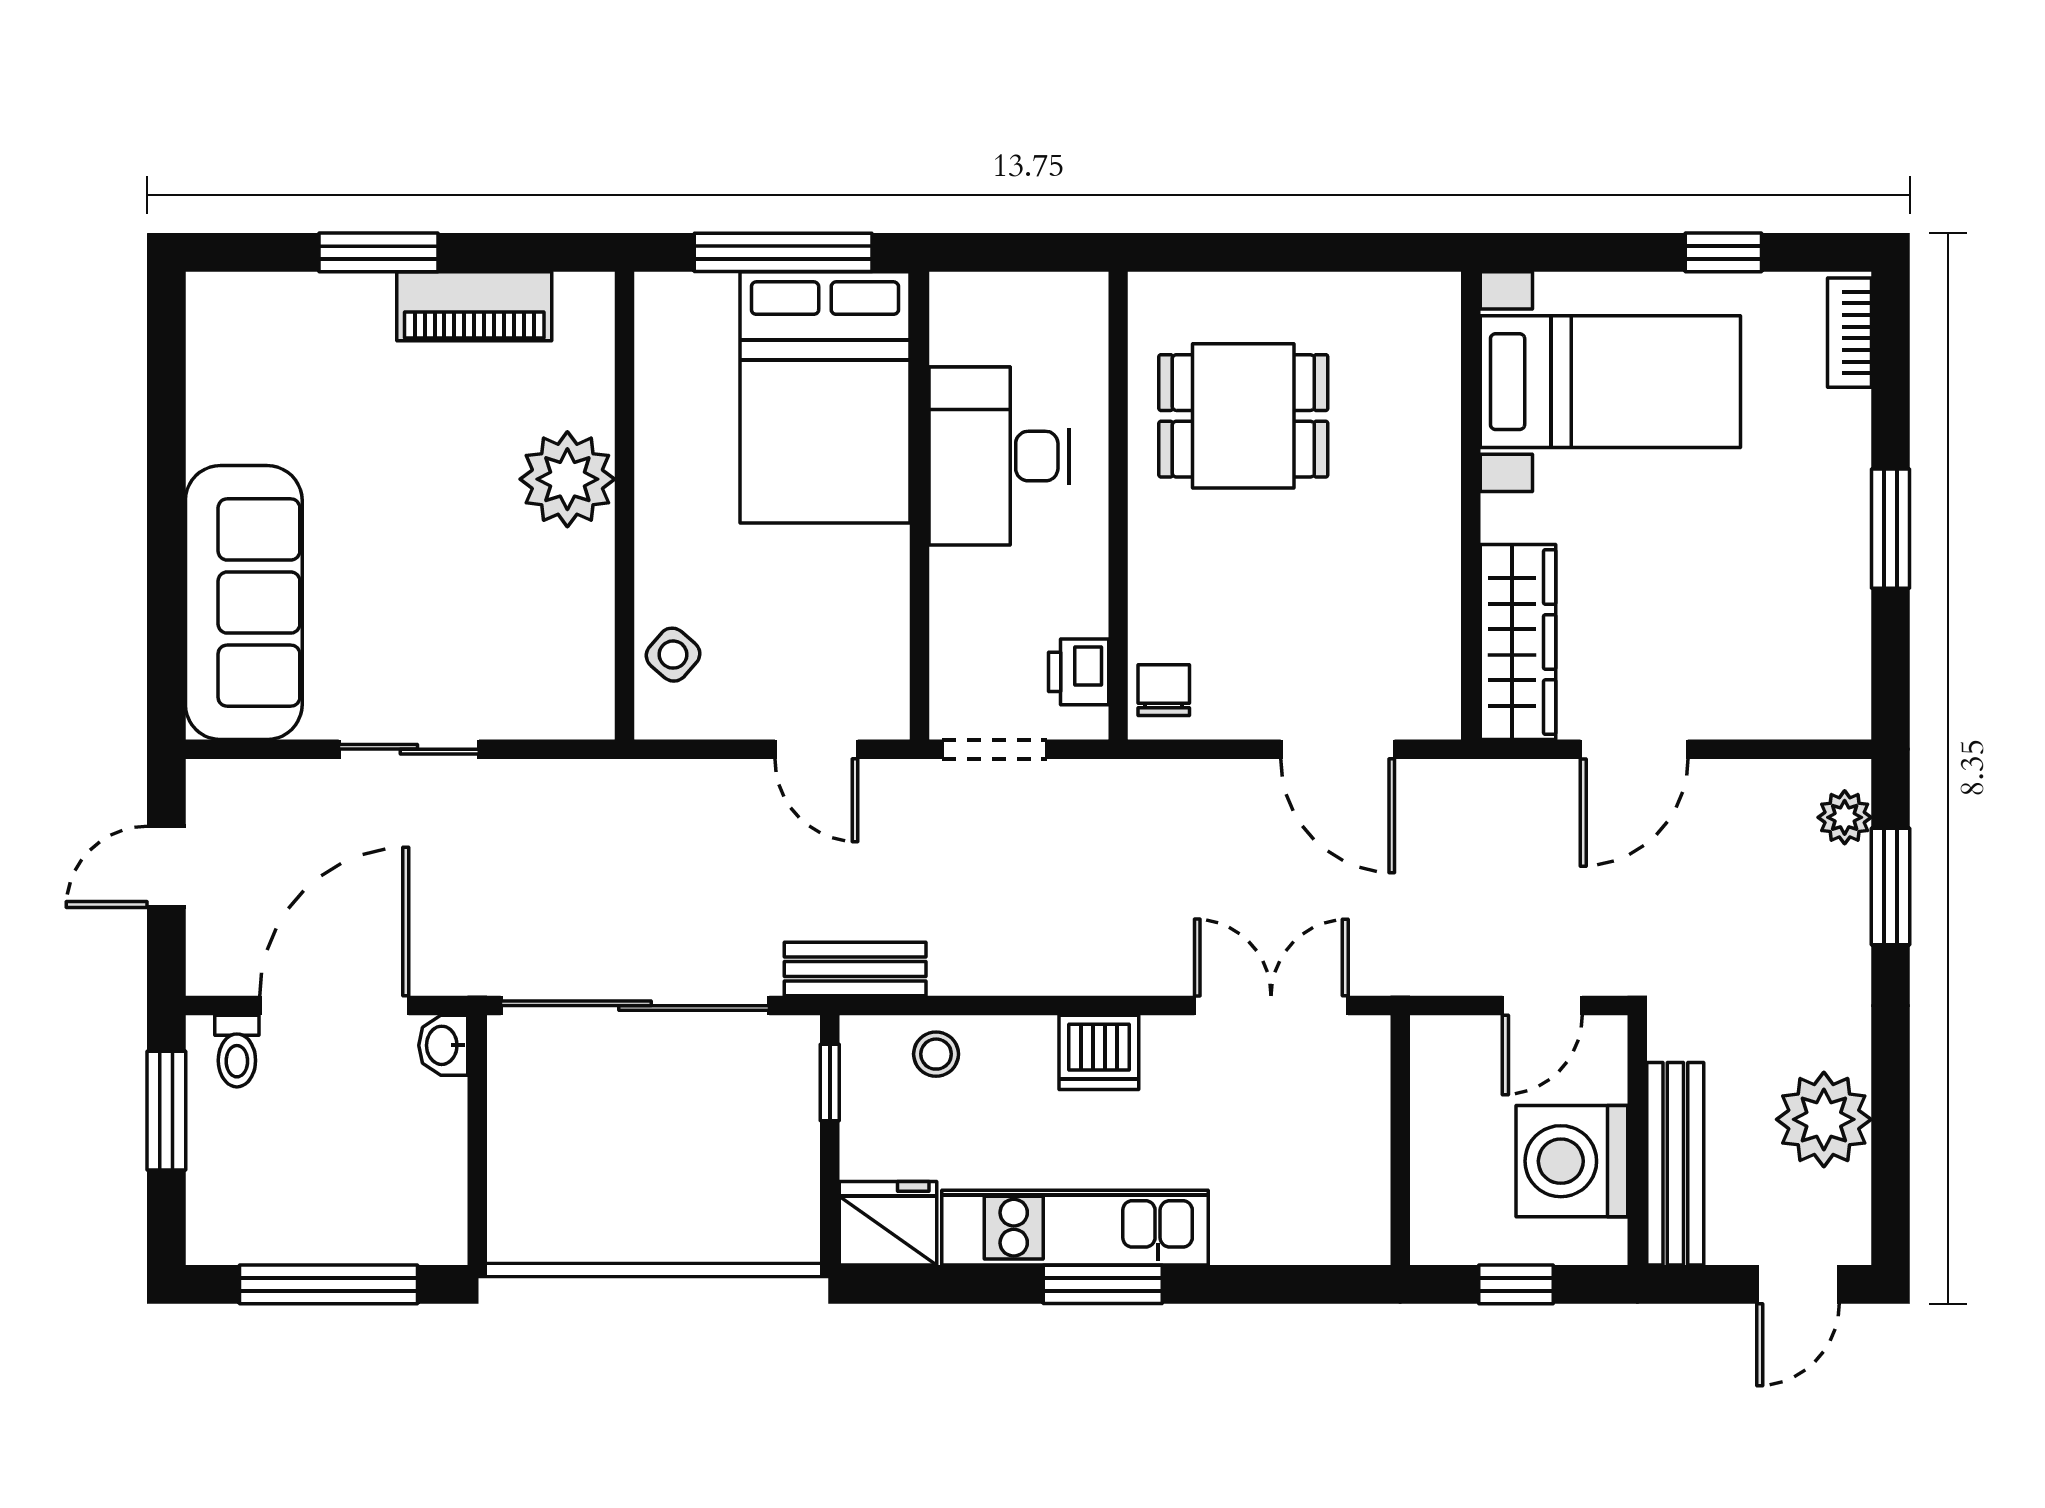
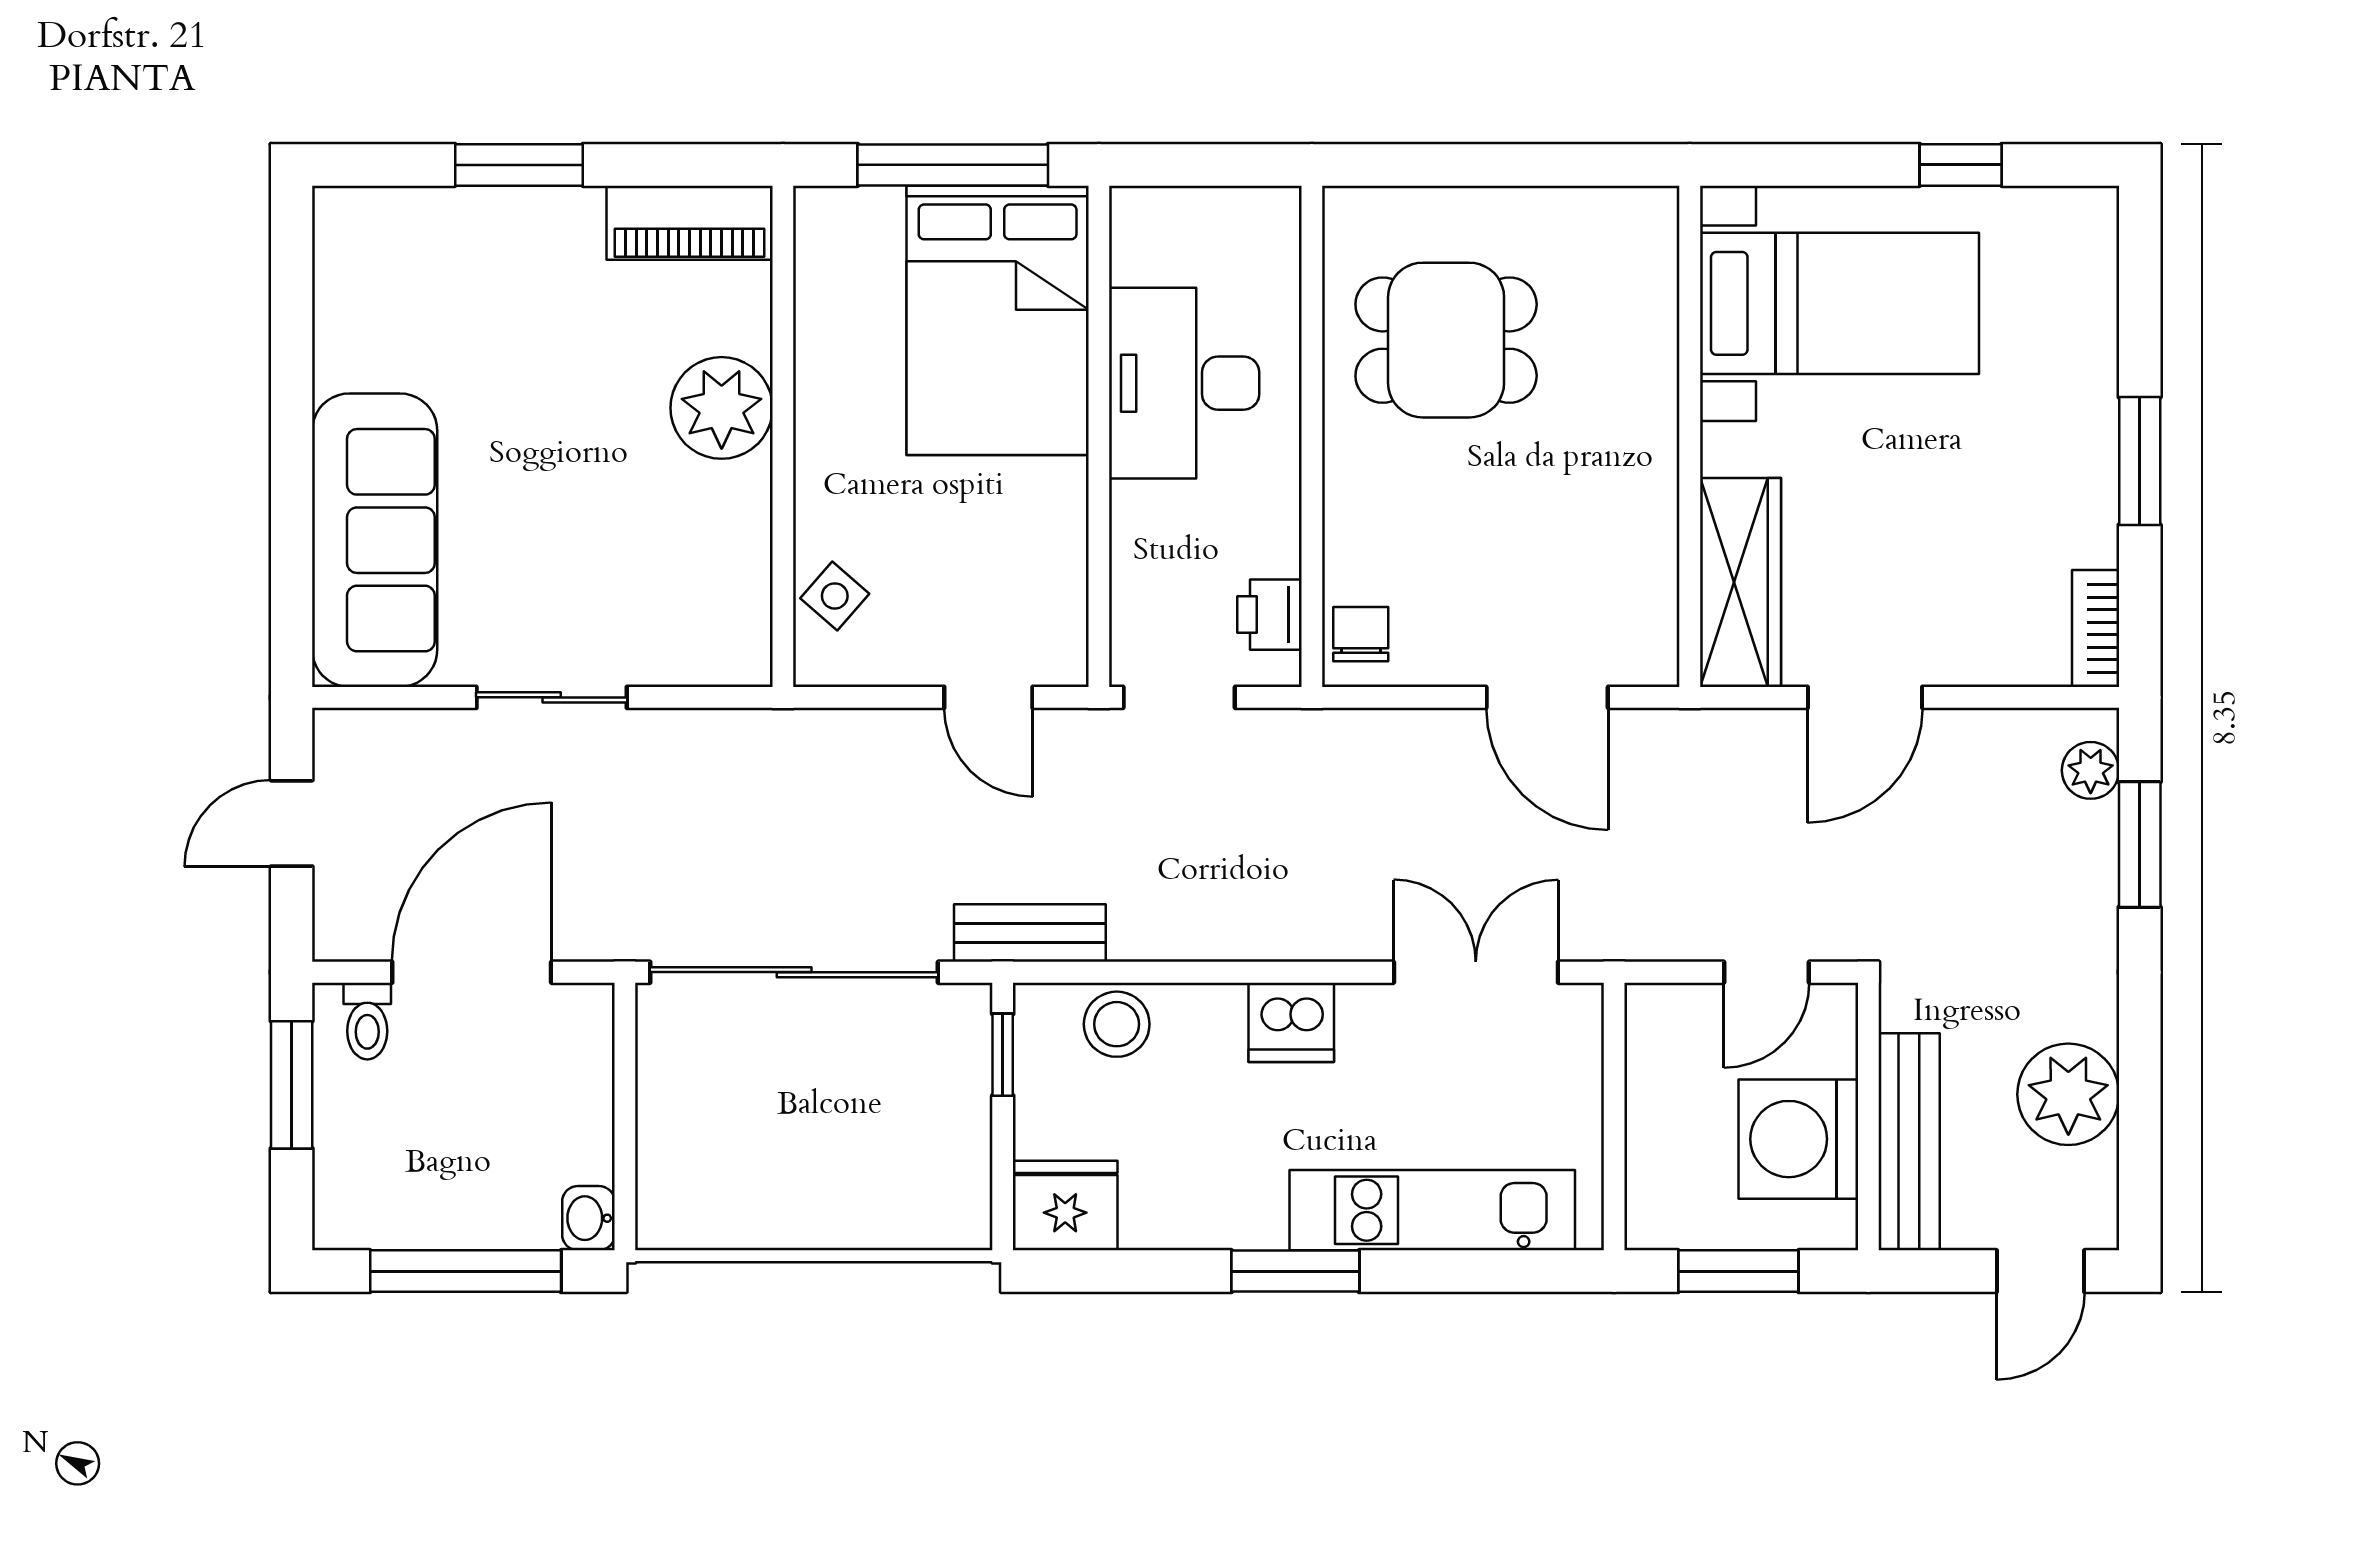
piano: (474, 306) -> (690, 223), moved
bookcase: (1849, 333) -> (2096, 628), moved
washbasin: (443, 1045) -> (588, 1218), moved
stool: (936, 1054) -> (1117, 1024), width x1.37, depth x1.37
kitchen unit: (1075, 1228) -> (1432, 1210), moved
window: (1516, 1284) -> (1738, 1271), width x1.50

